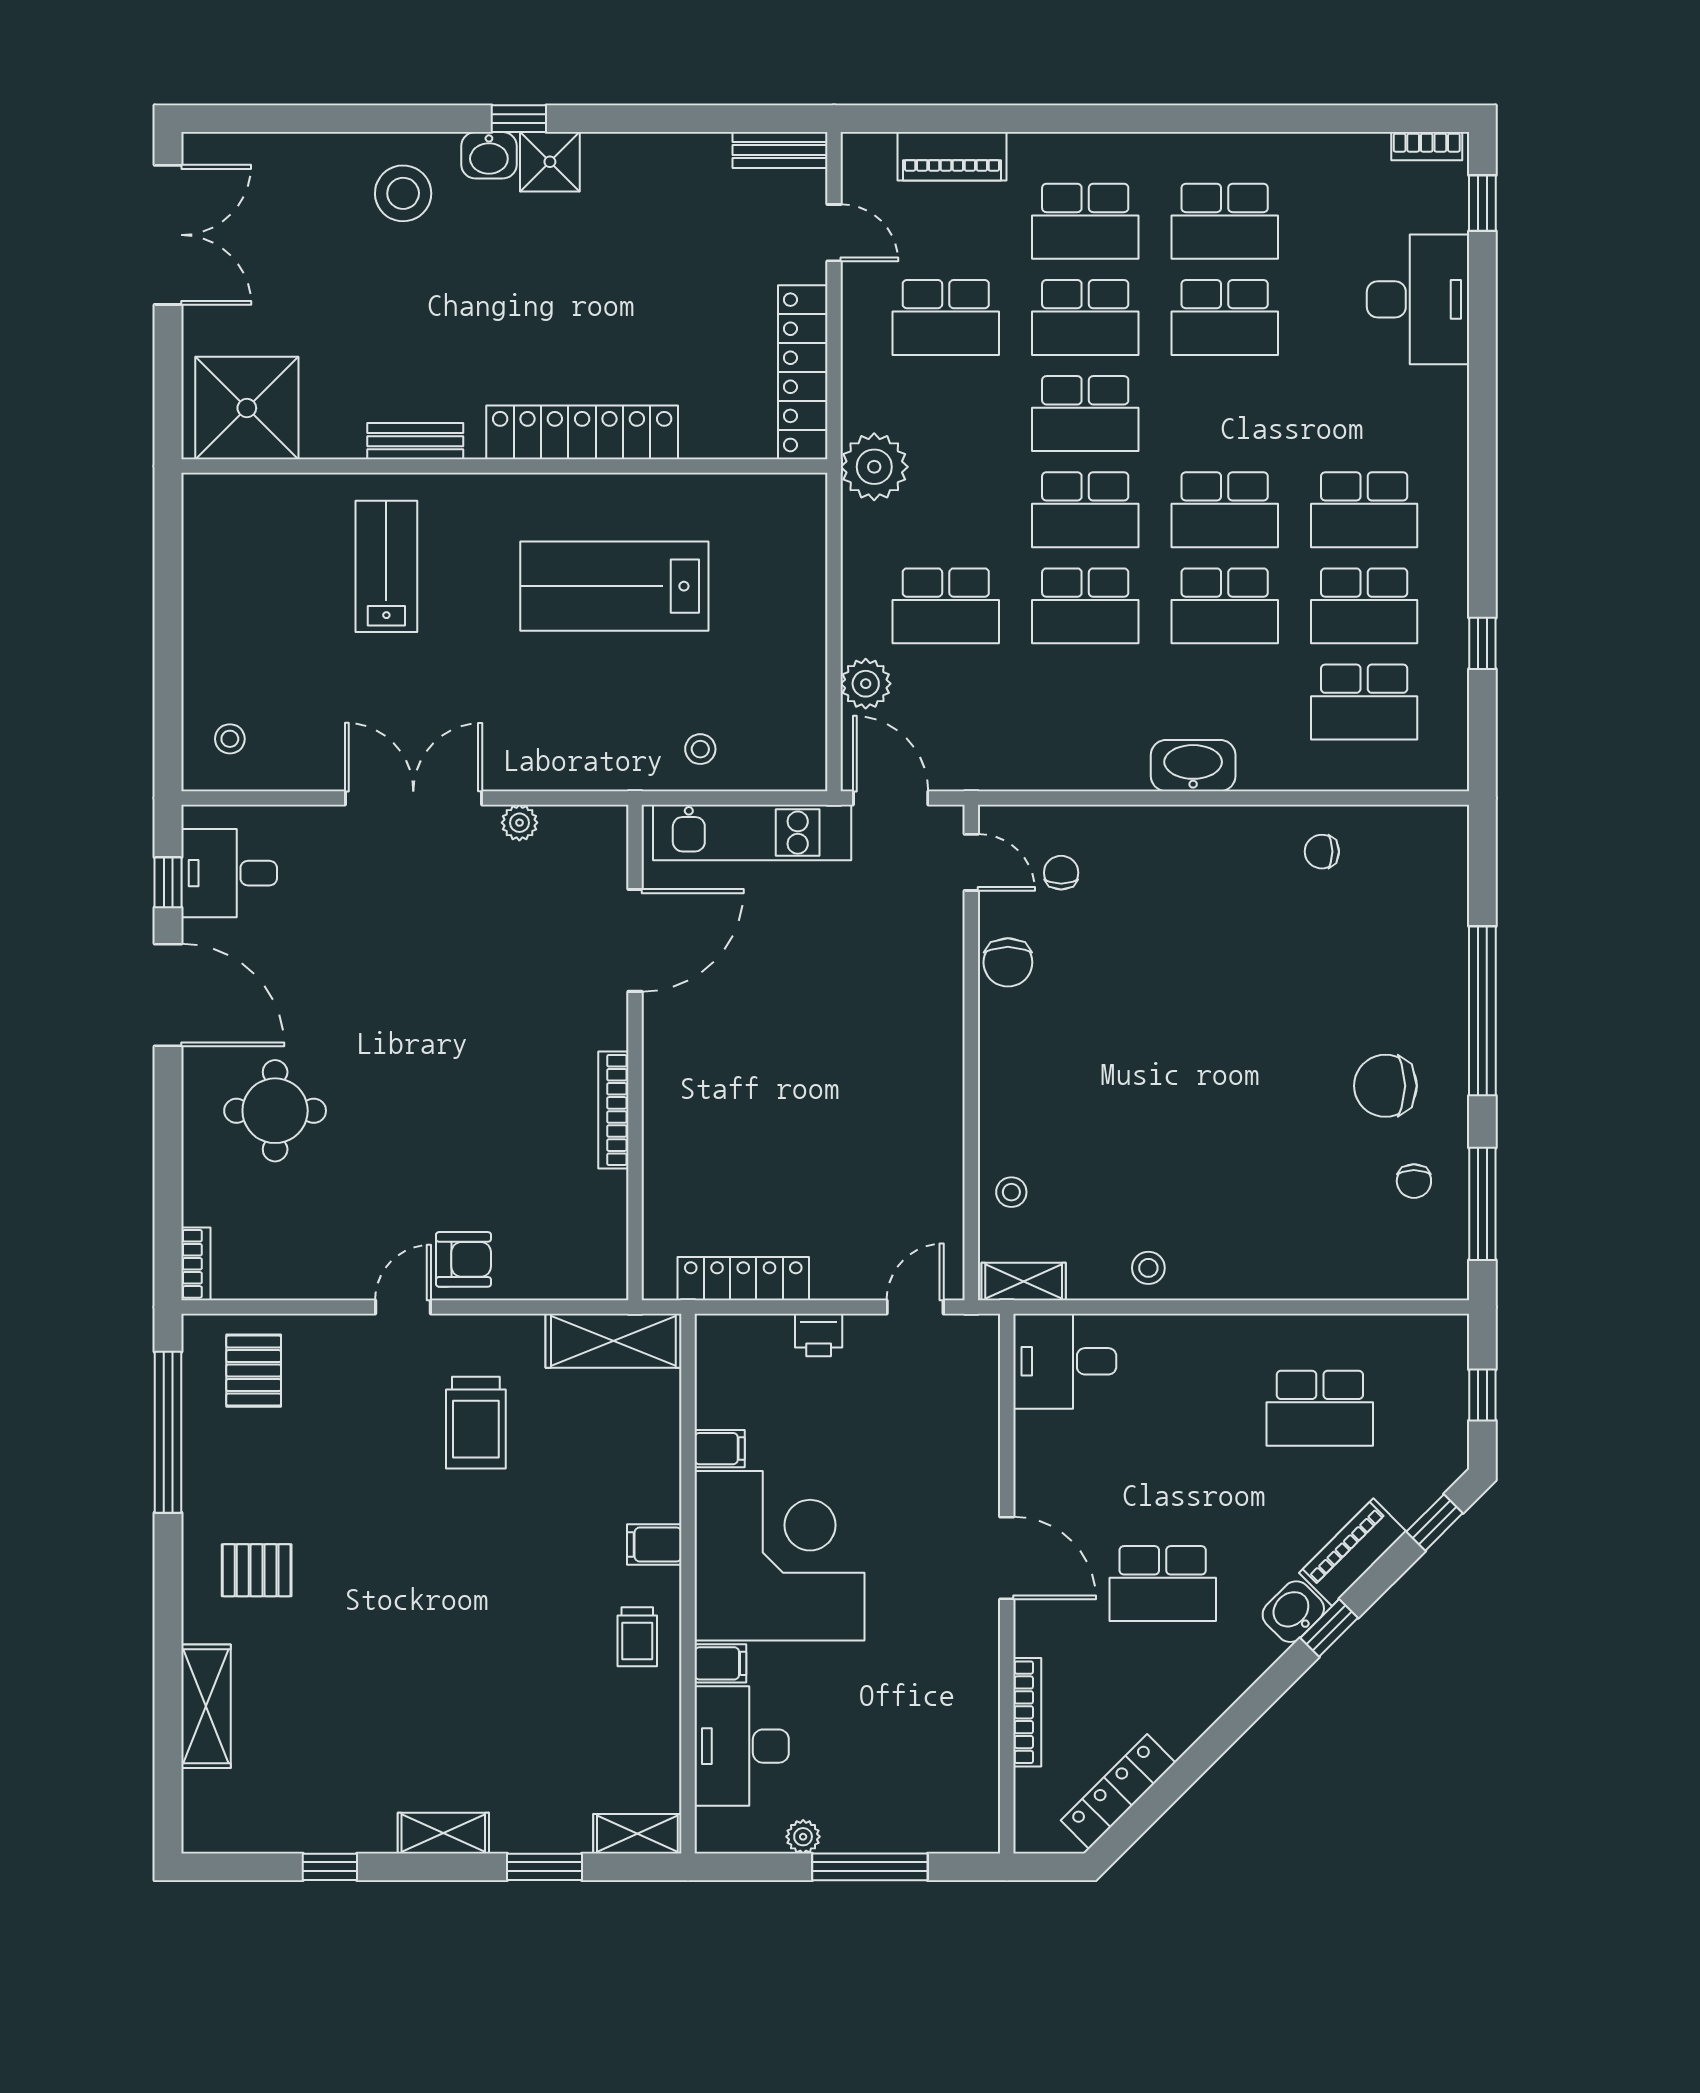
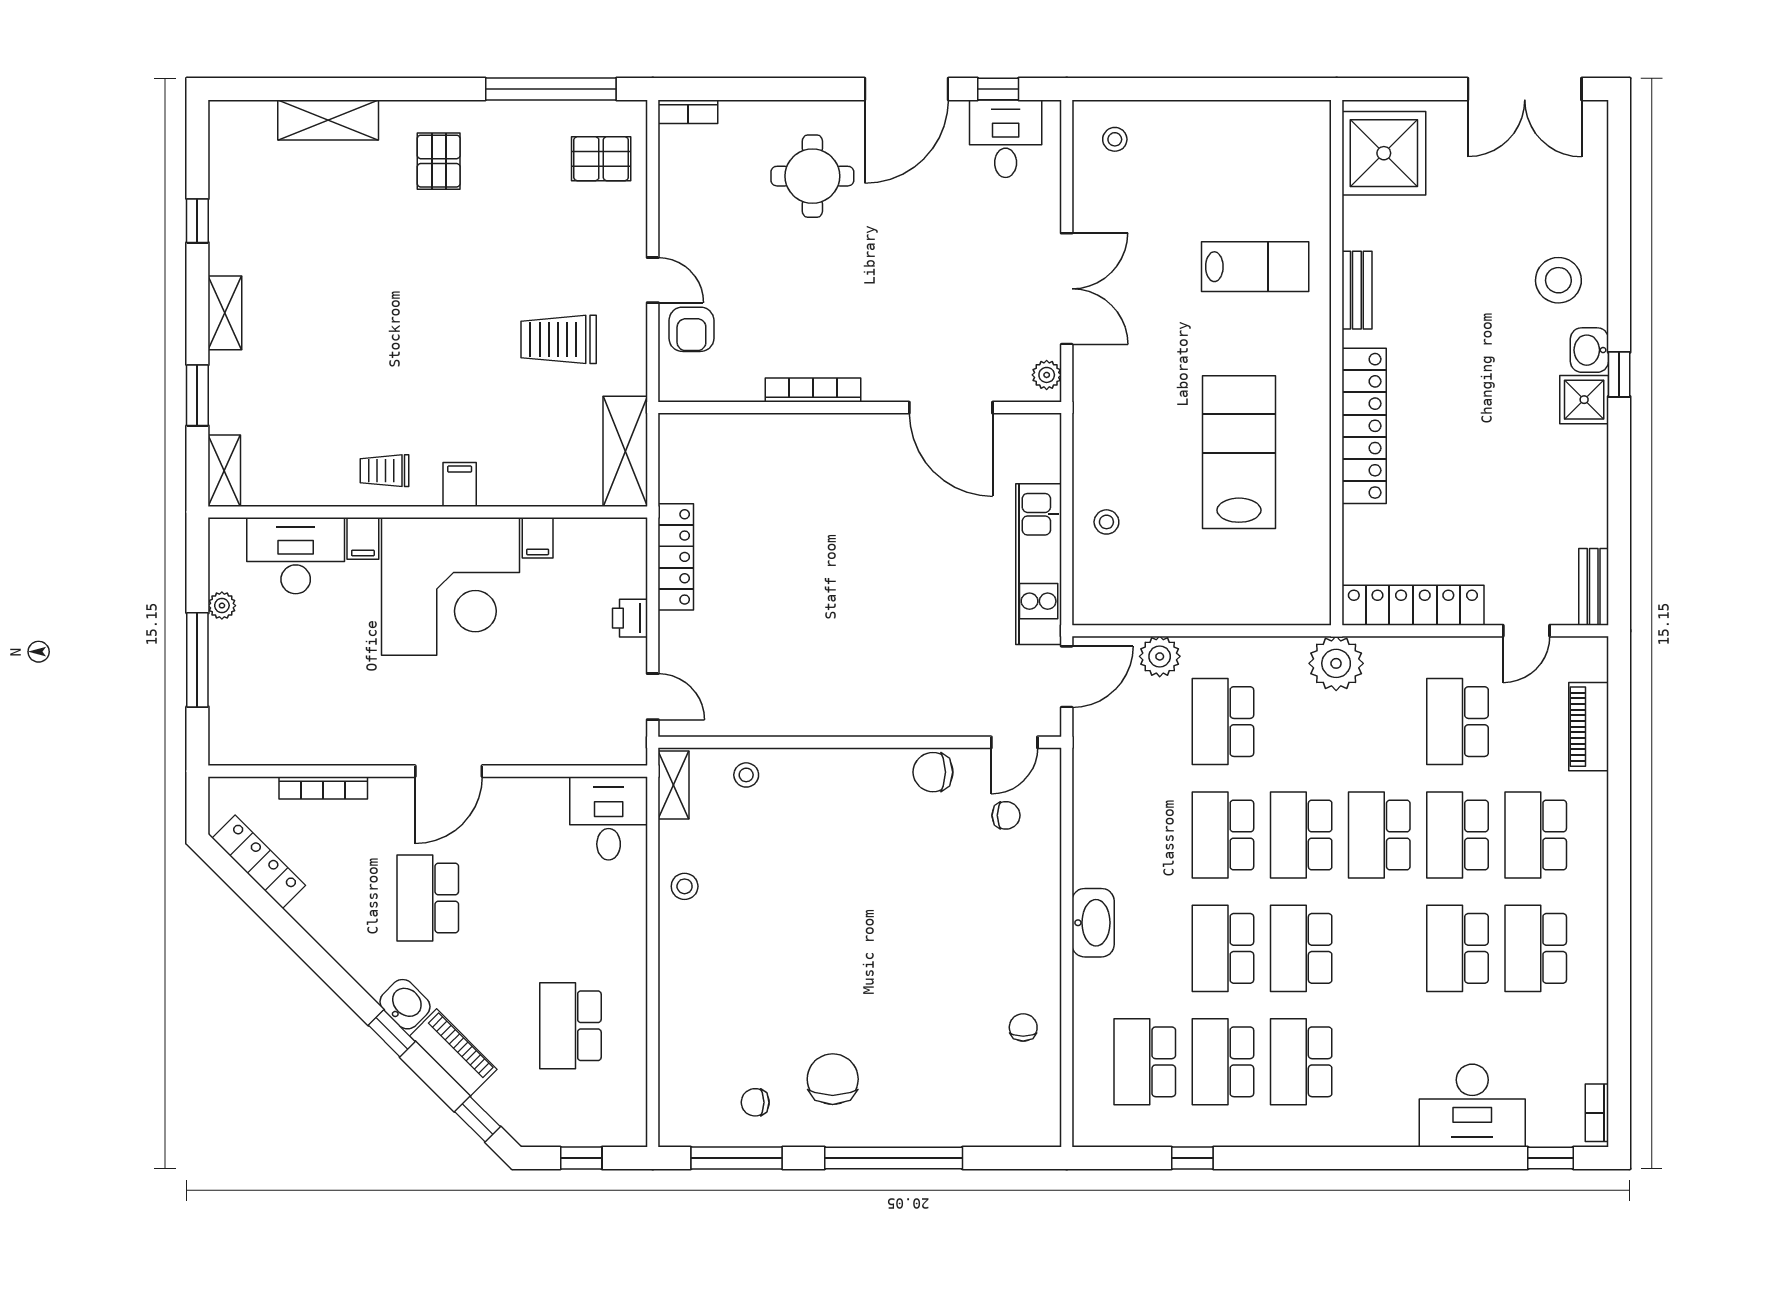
door: (635, 940) -> (951, 408), moved
wall: (635, 1053) -> (860, 408), moved
bookcase: (613, 1110) -> (813, 390), moved

